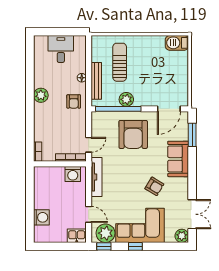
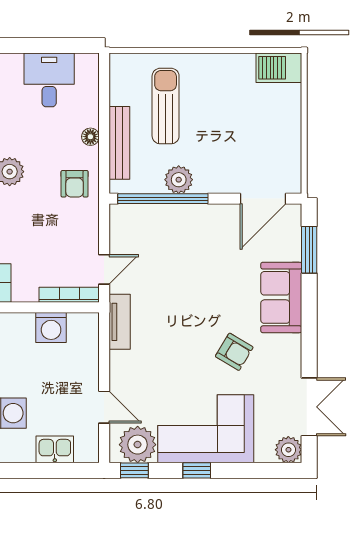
armchair: (133, 134) -> (192, 249), removed
washing machine: (73, 174) -> (51, 327), moved
tv unit: (96, 177) -> (120, 322), width x0.71
kitchen sink: (77, 236) -> (55, 449), moved

